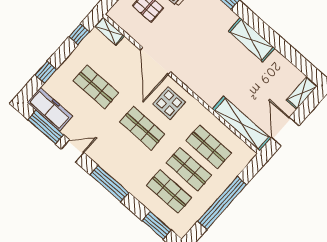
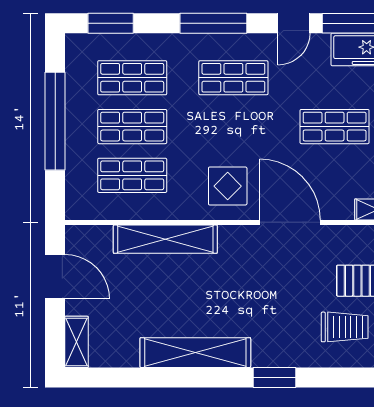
shelving: (252, 40) -> (195, 353), width x1.47
shelving: (242, 124) -> (165, 239), moved
shop shelf: (142, 128) -> (233, 78), moved

